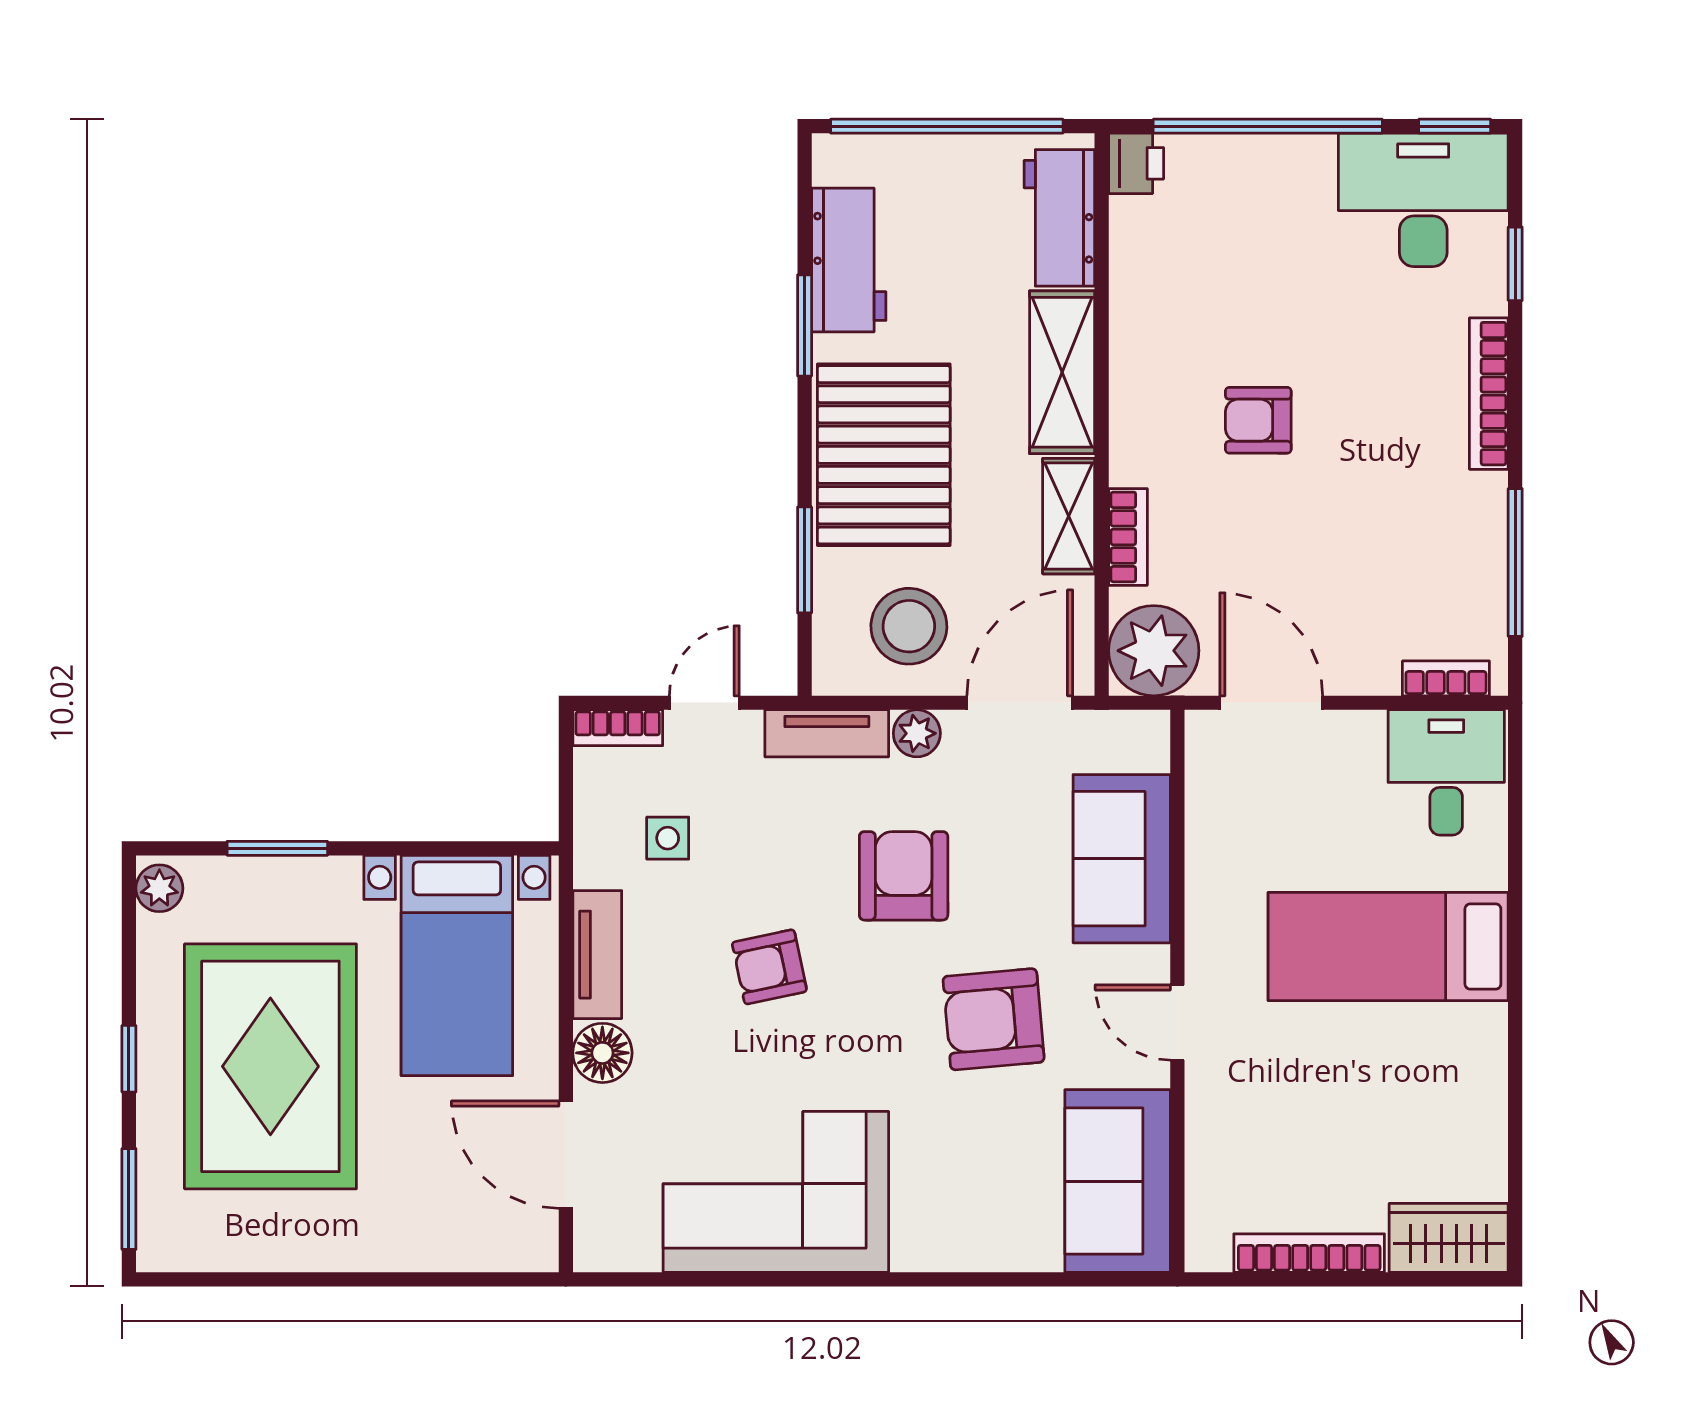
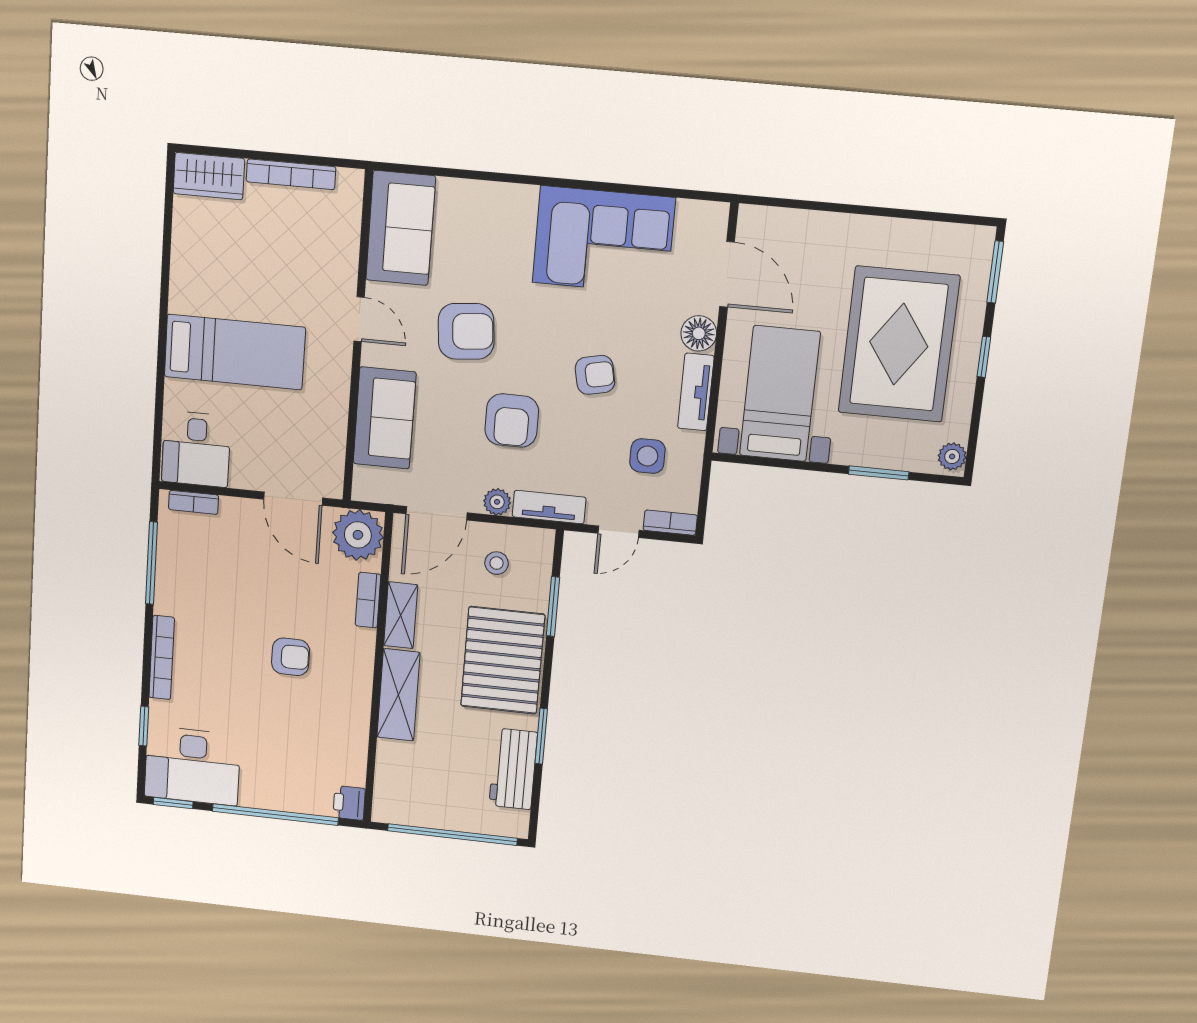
workbench: (1059, 218) -> (394, 779), removed
stool: (909, 626) -> (497, 563), width x0.53, depth x0.53
side table: (668, 838) -> (647, 456), width x1.37, depth x1.37

